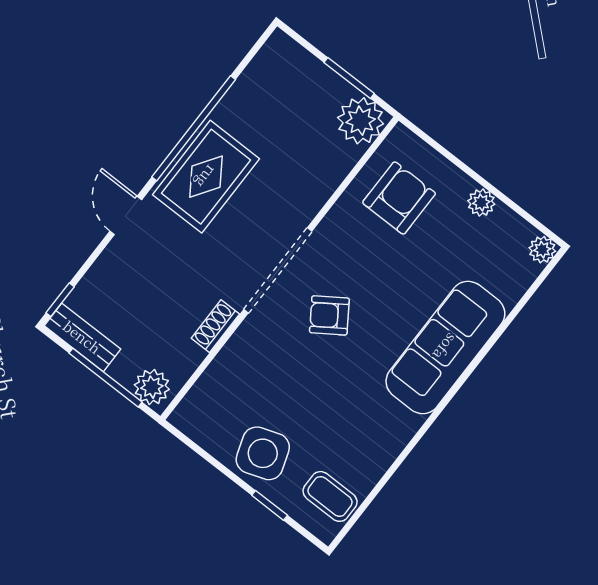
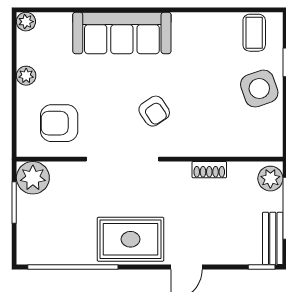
window: (194, 128) -> (73, 267), moved
doorway: (278, 270) -> (122, 159), moved

